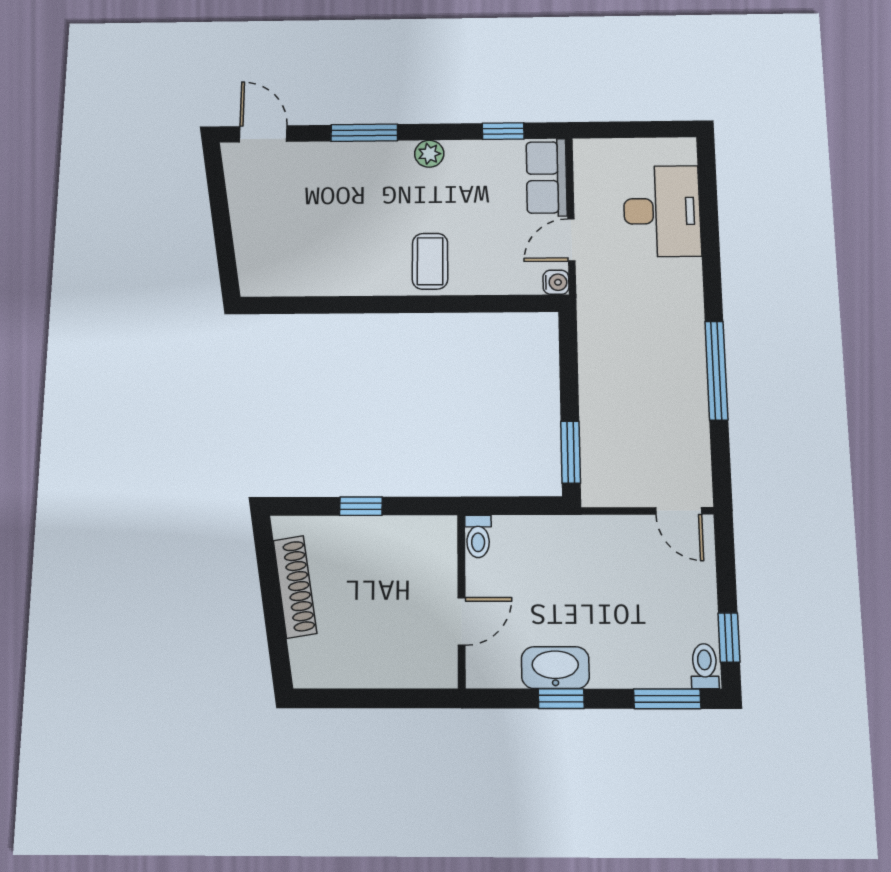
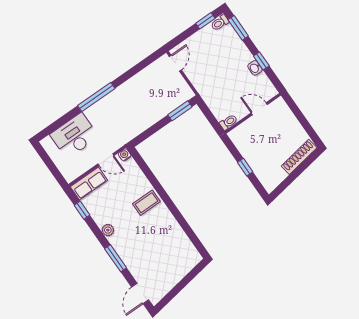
window: (716, 370) -> (96, 97), moved
shoe rack: (295, 587) -> (299, 157), moved
washbasin: (555, 668) -> (255, 68), width x0.52, depth x0.69

